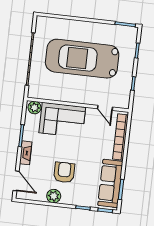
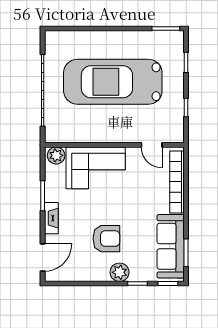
armchair: (64, 172) -> (106, 239), turned 90
door: (16, 181) -> (43, 258), hinge flipped
plant: (54, 196) -> (120, 272), moved

